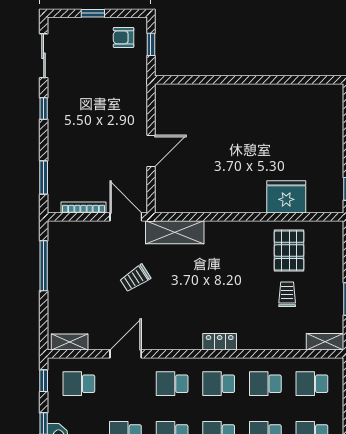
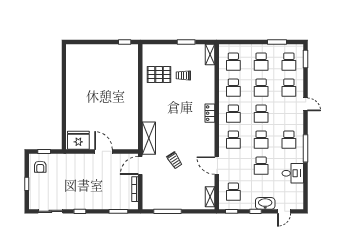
fridge: (286, 197) -> (78, 140), moved, turned 90

